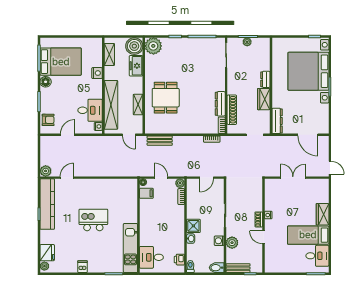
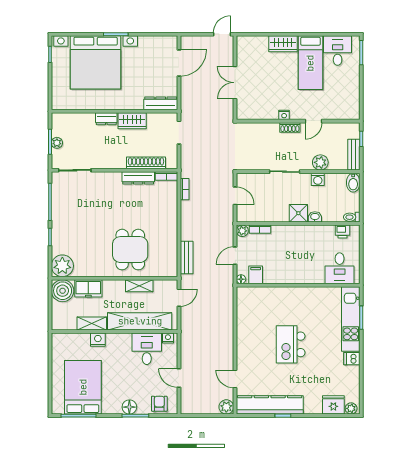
shelving: (109, 54) -> (92, 323), moved
floor lamp: (46, 82) -> (129, 407), moved
dining table: (166, 98) -> (130, 250), turned 90
kitchen unit: (130, 248) -> (351, 319), moved, turned 90

